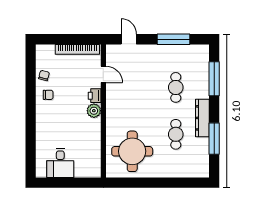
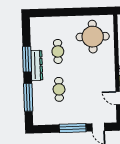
window: (173, 39) -> (73, 128), moved
window: (214, 139) -> (27, 59), moved

